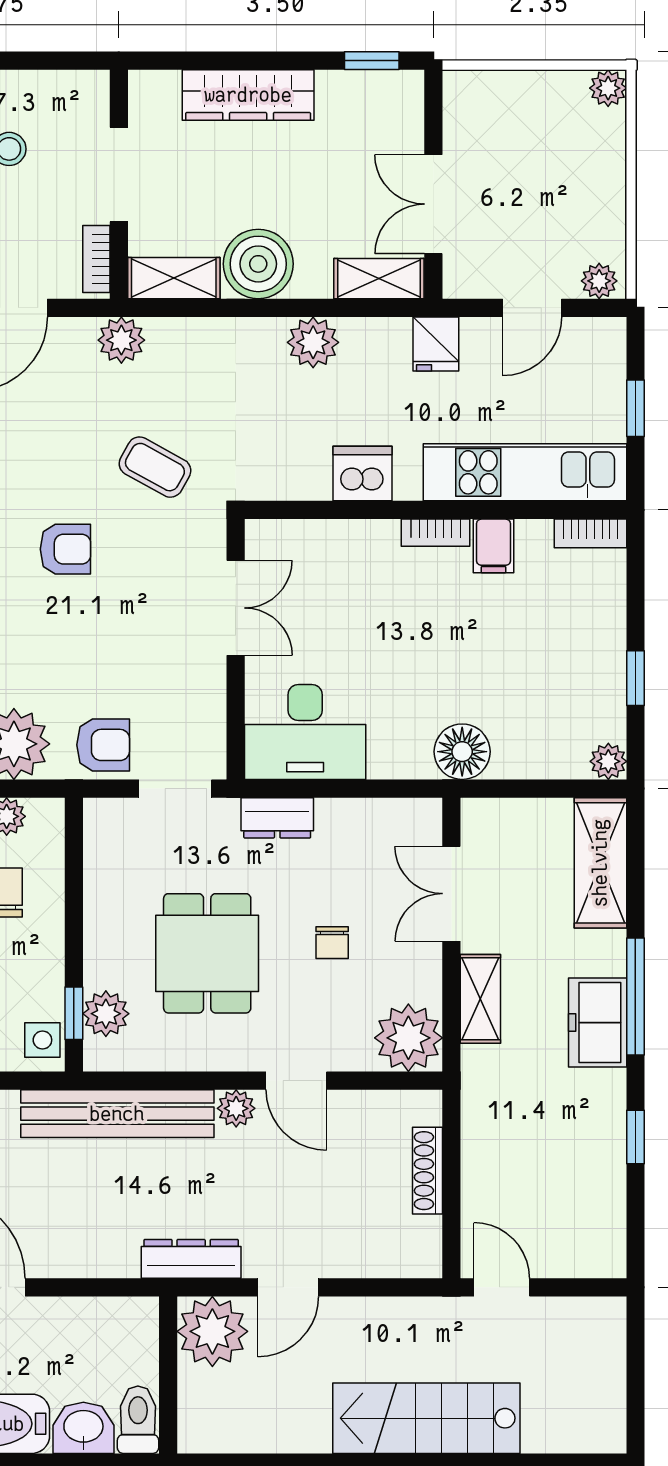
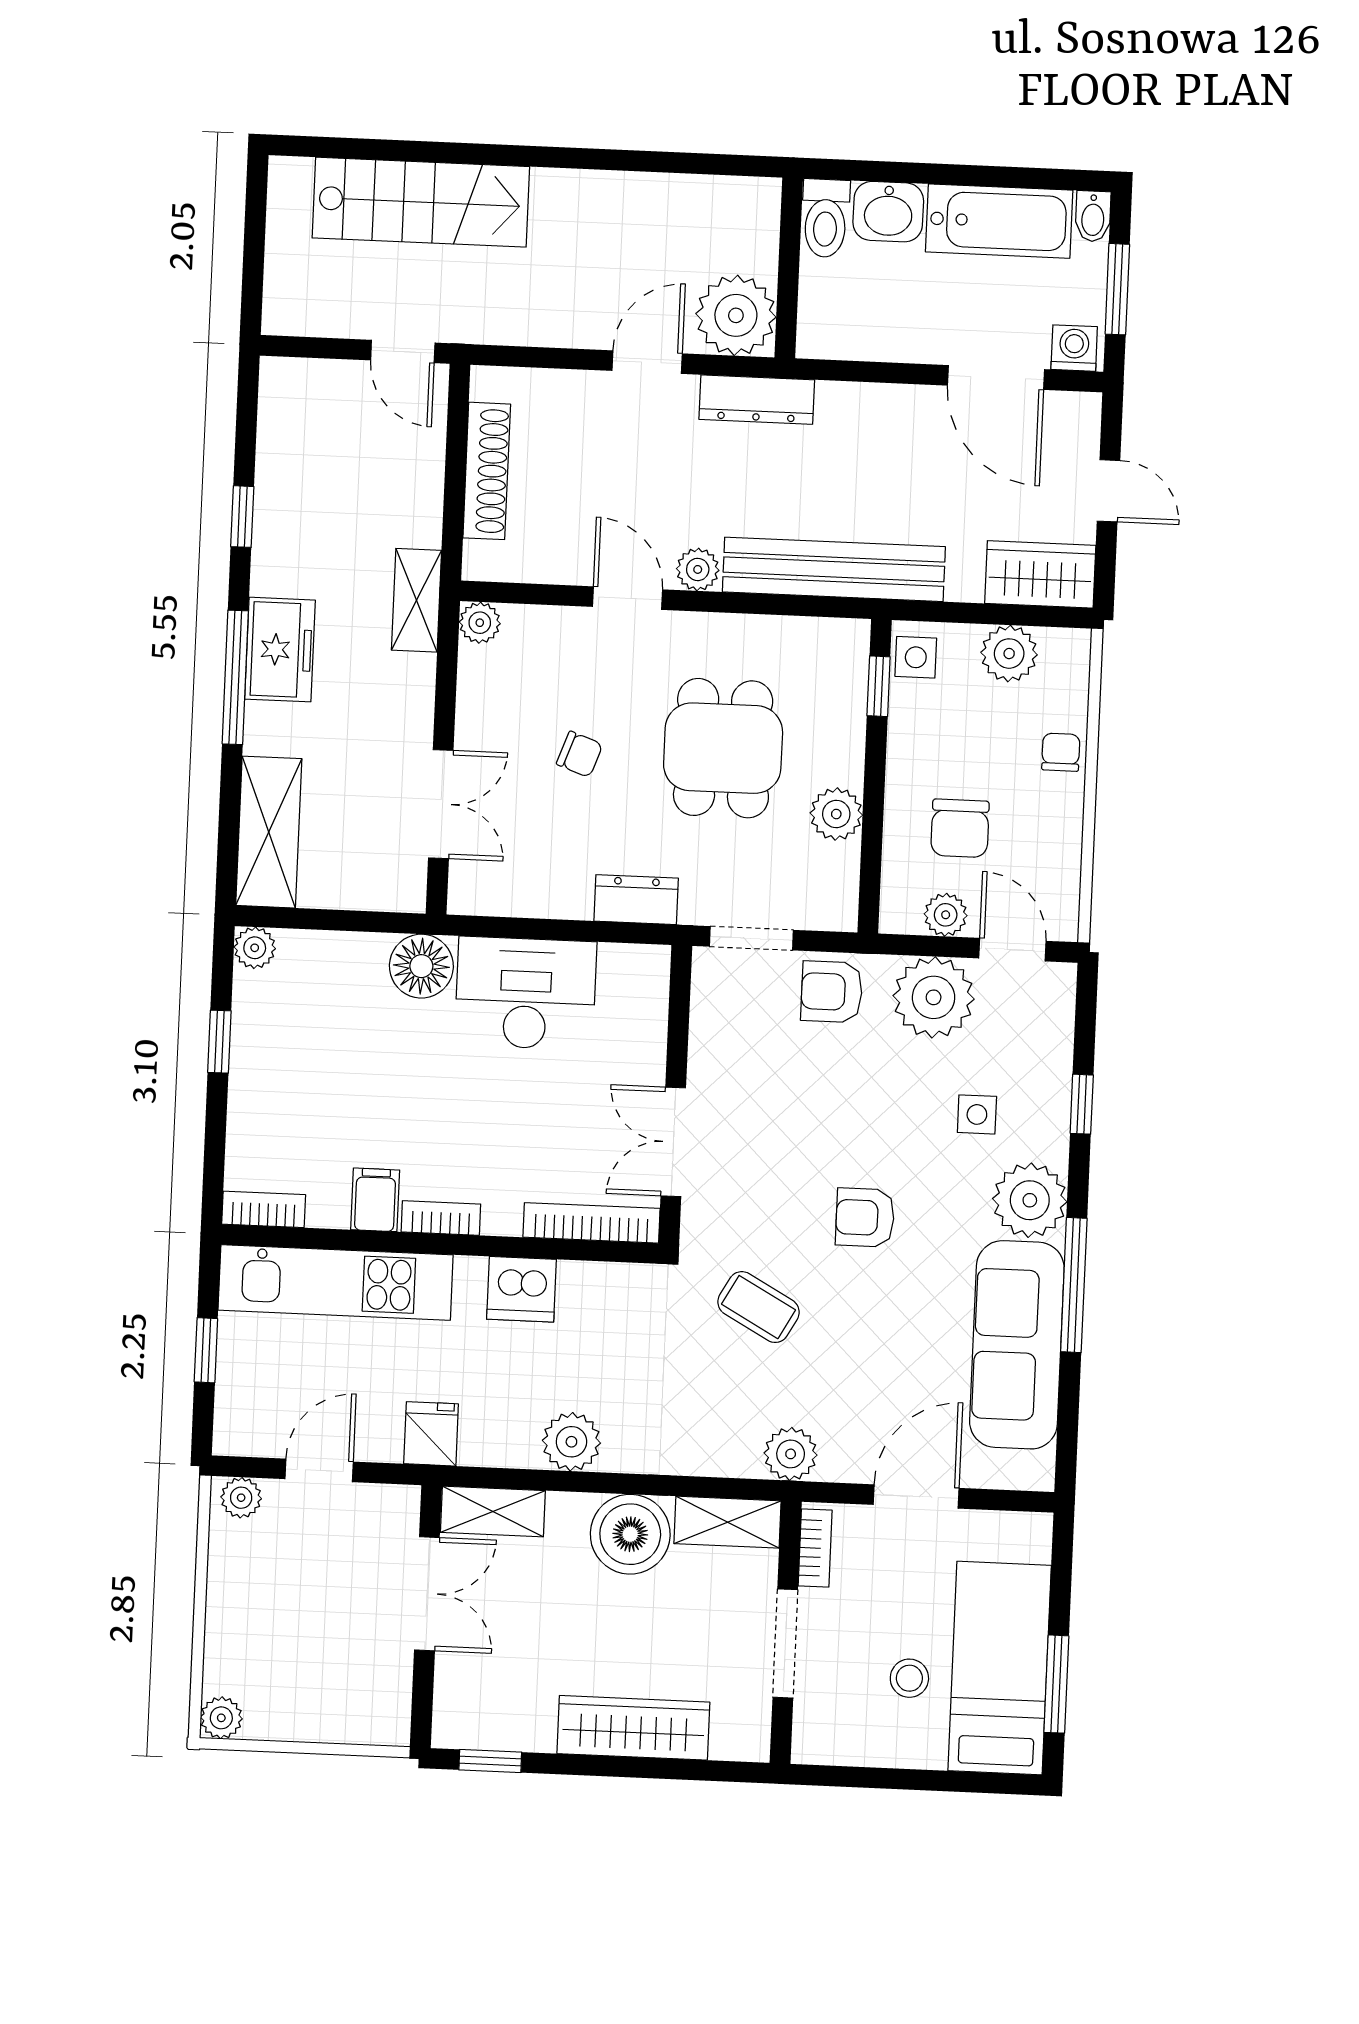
bookcase: (304, 534) -> (591, 1223), added
desk: (305, 732) -> (526, 993), moved
chair: (332, 943) -> (580, 754), turned 110
shelving: (480, 999) -> (417, 600), moved
plant: (106, 1014) -> (836, 814), moved
plant: (408, 1038) -> (480, 623), width x0.53, depth x0.53
shoe rack: (427, 1171) -> (487, 471), width x1.36, depth x1.24
stairs: (426, 1418) -> (421, 202), moved

